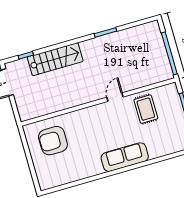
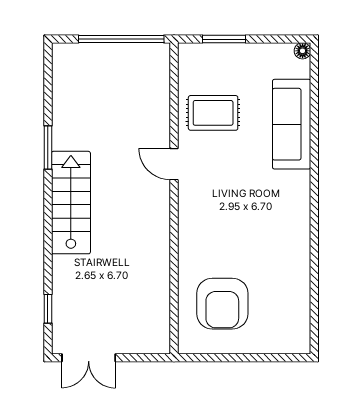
stairs: (55, 59) -> (71, 203), moved
sofa: (125, 157) -> (292, 124), moved

